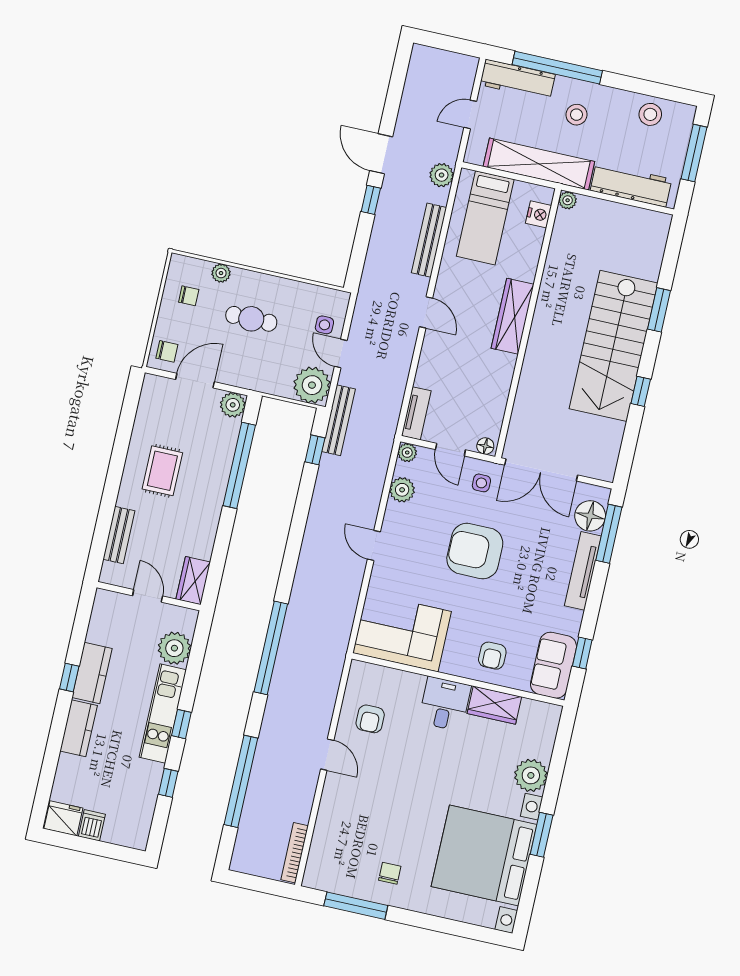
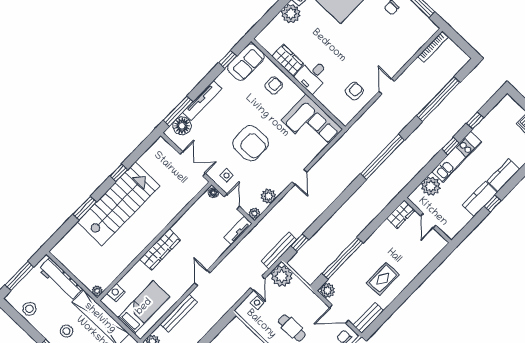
double door: (541, 470) -> (193, 164), width x0.73
bench: (119, 535) -> (368, 318), moved

